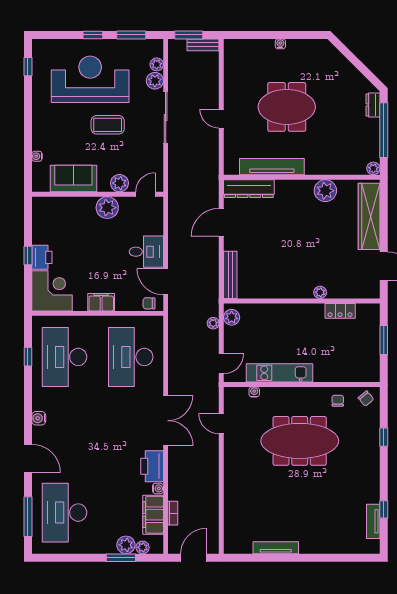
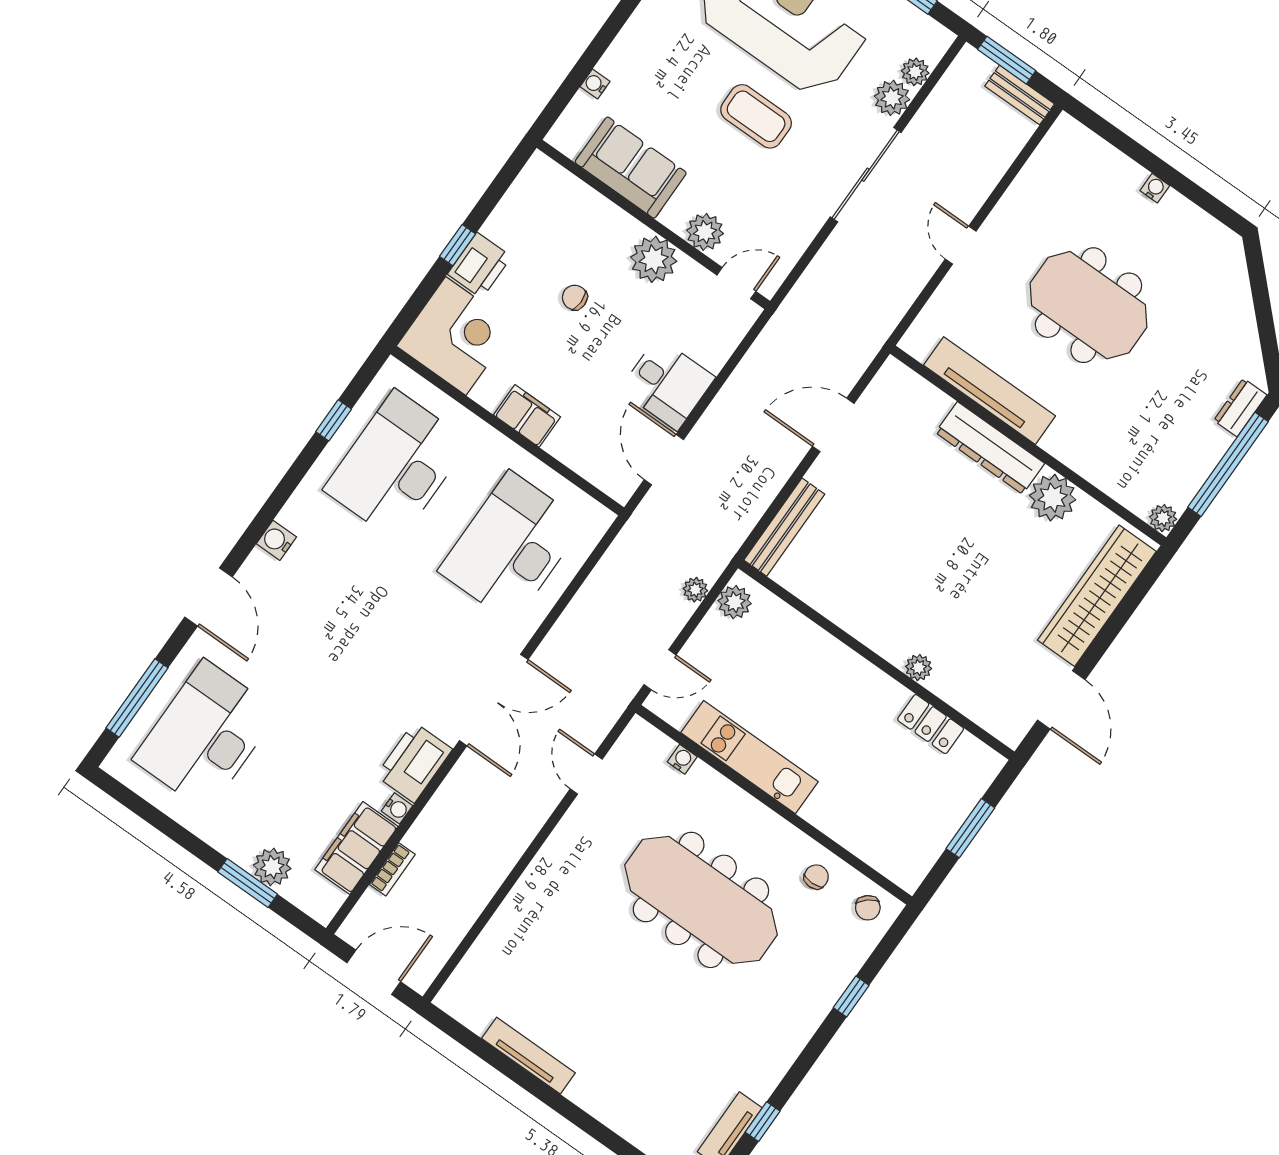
dresser: (249, 189) -> (990, 448), moved
chair: (149, 303) -> (575, 298), moved
plant: (143, 547) -> (298, 892), removed

